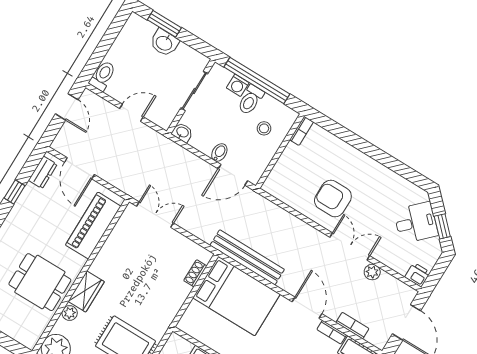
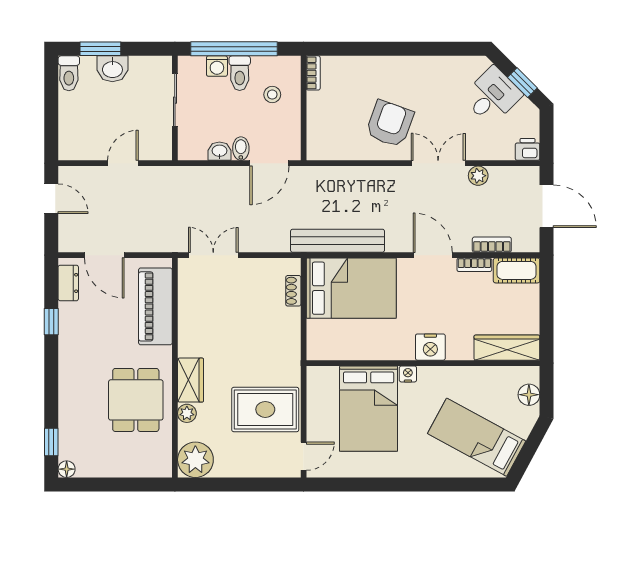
toilet: (103, 76) -> (69, 73), moved, turned 180
washbasin: (182, 132) -> (219, 151), moved
armchair: (333, 198) -> (390, 124), turned 110
dining table: (40, 282) -> (136, 400), turned 90

